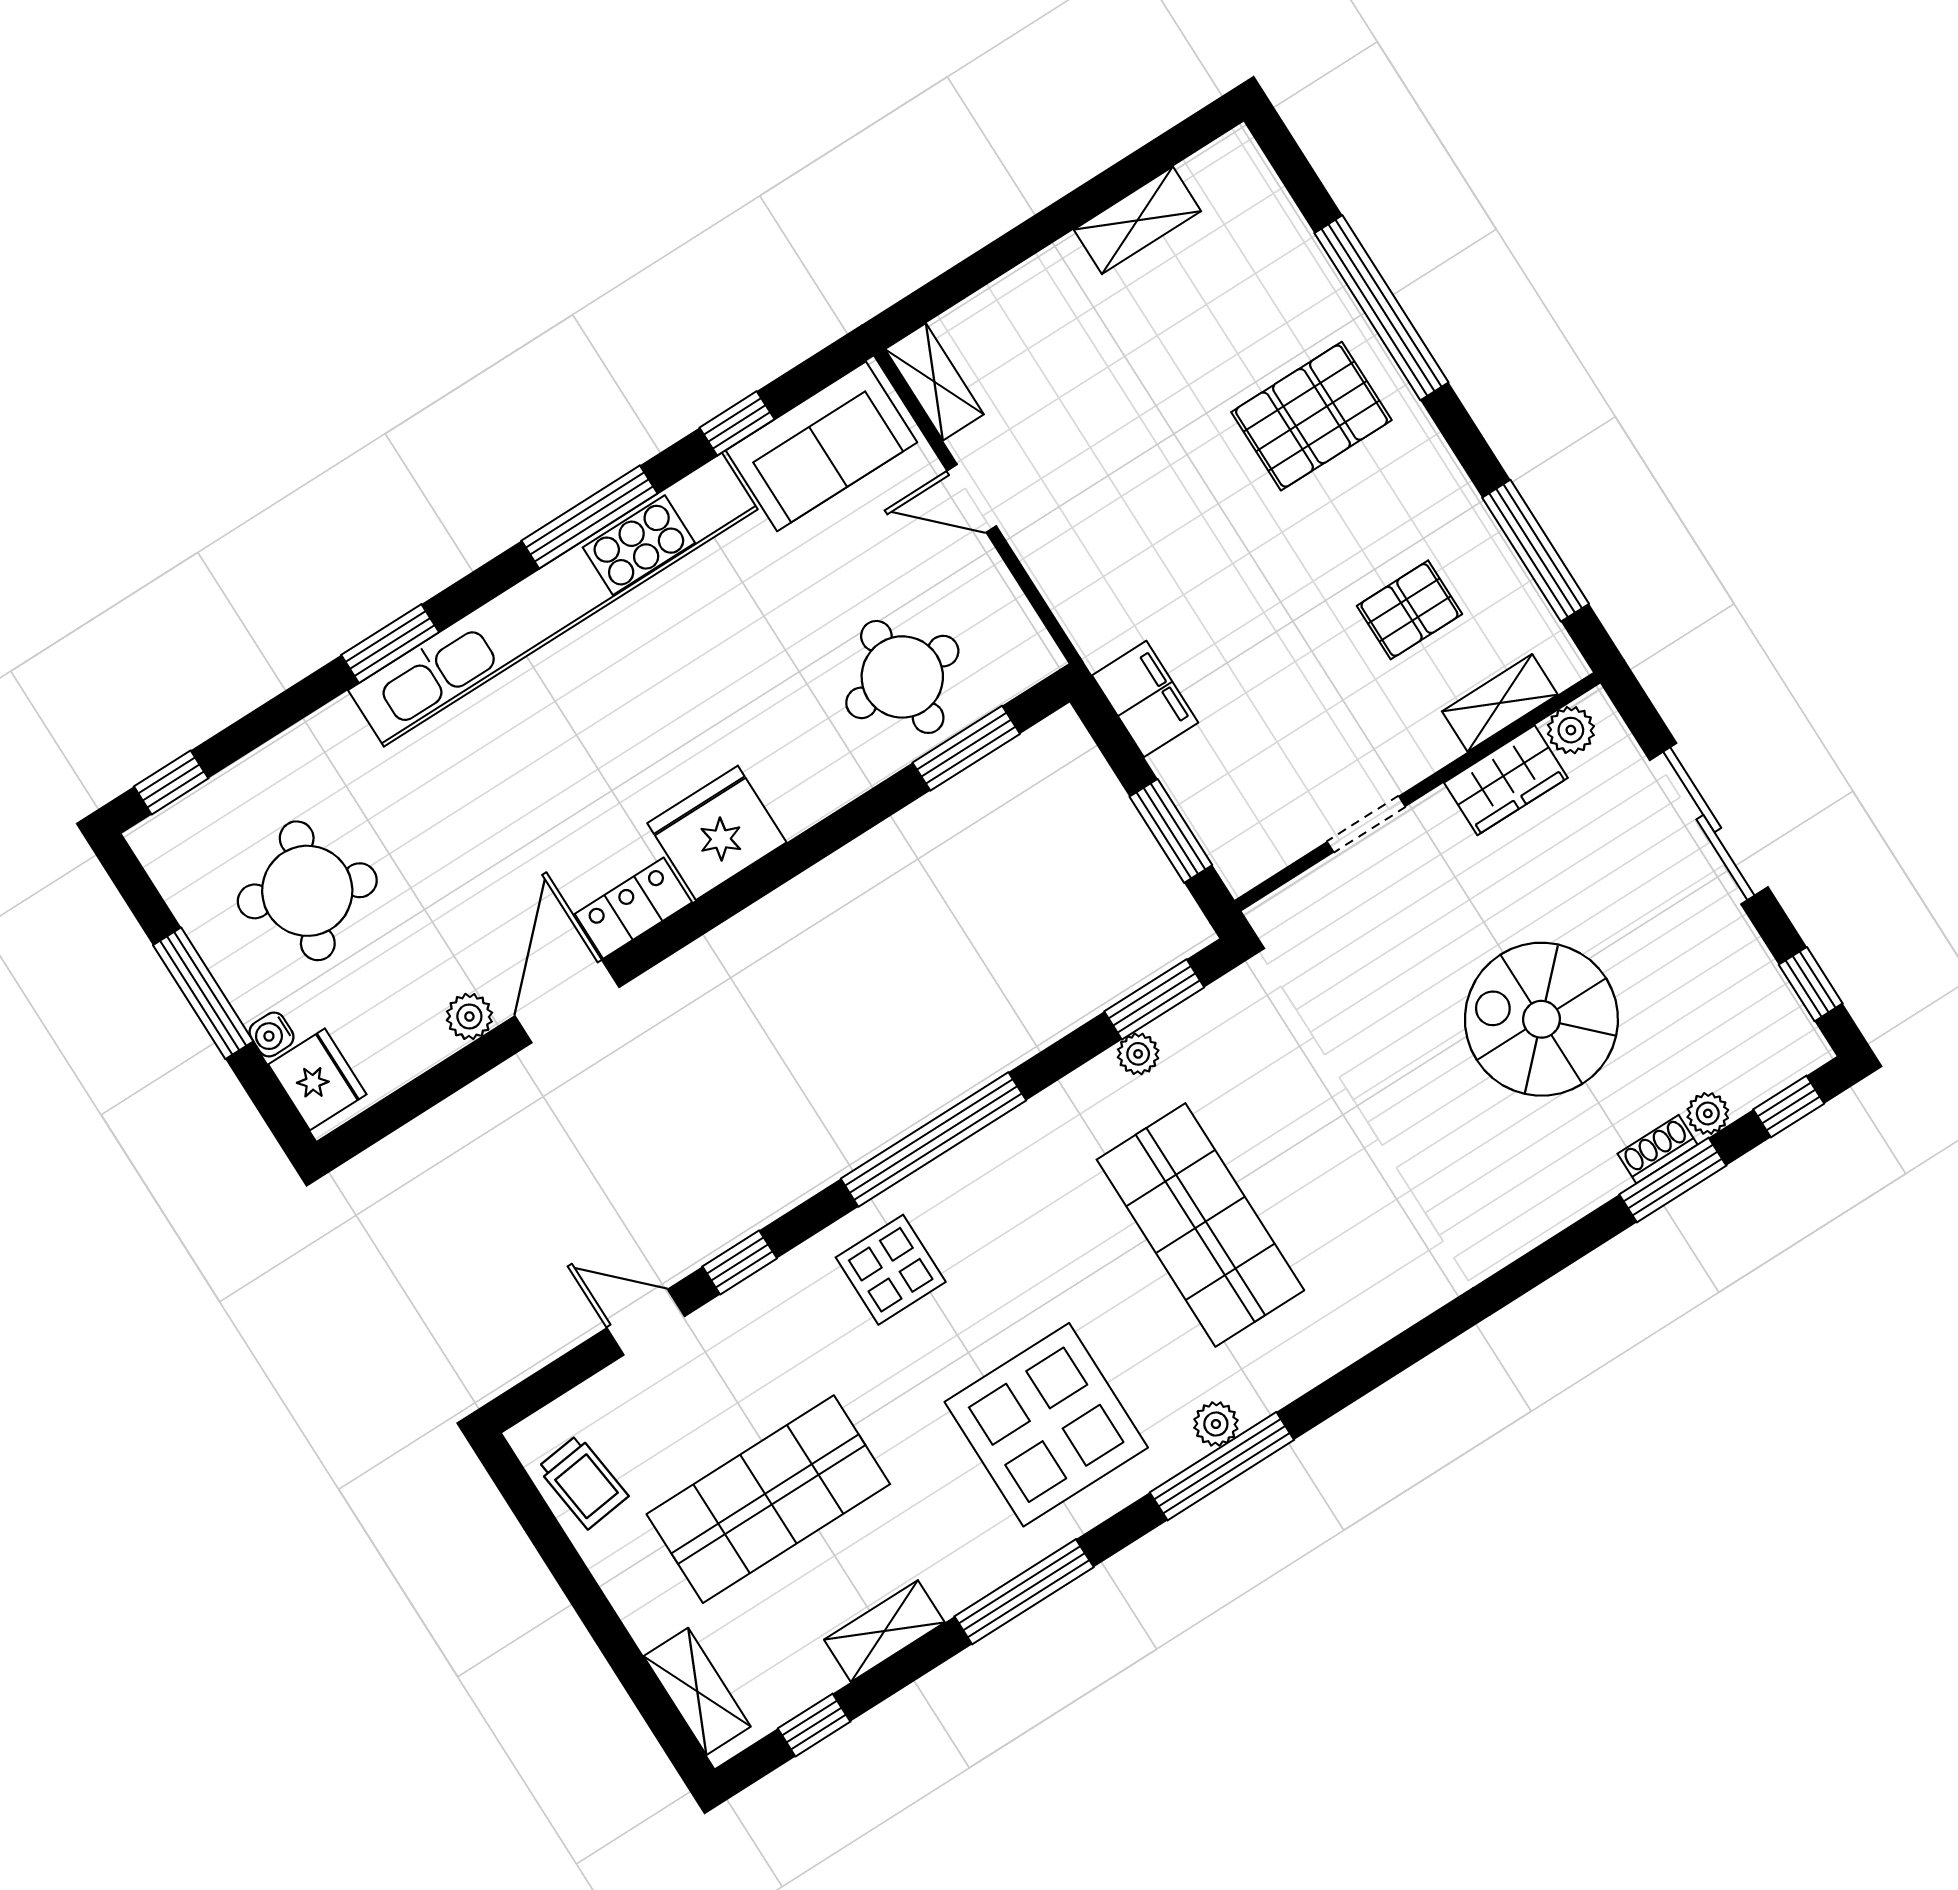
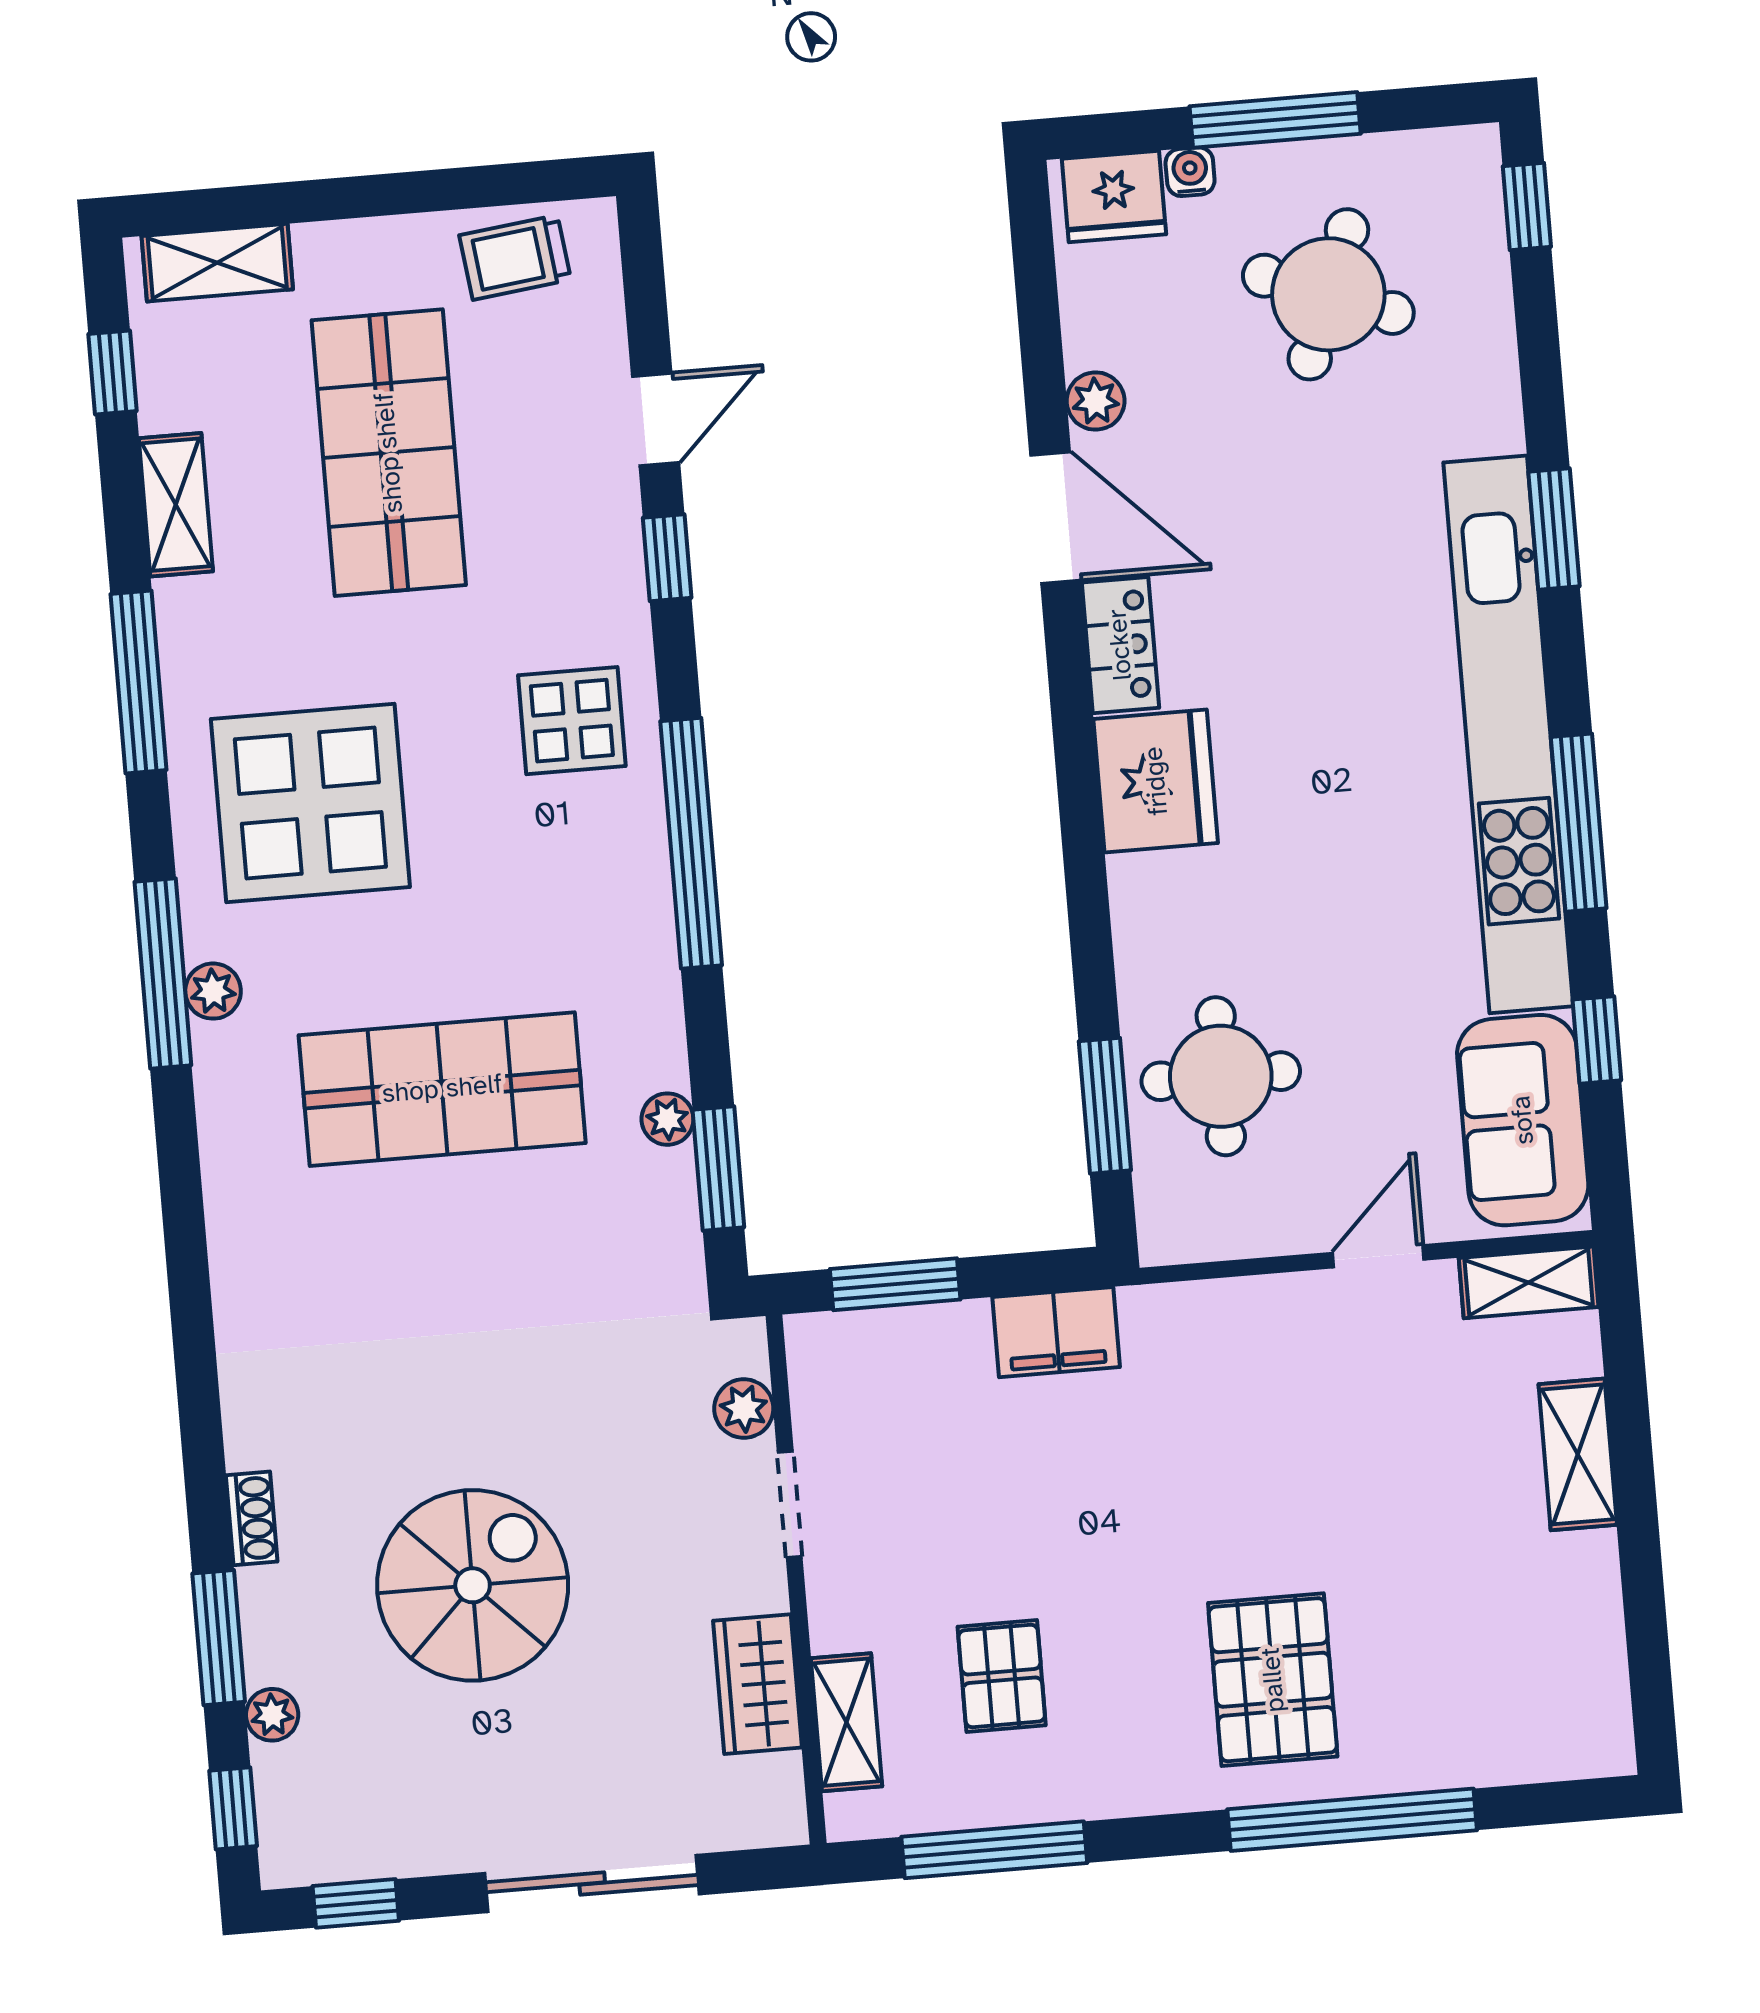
shelving: (1137, 220) -> (1578, 1454), moved
plant: (1571, 730) -> (744, 1409), moved
shoe rack: (1657, 1149) -> (252, 1518), moved

